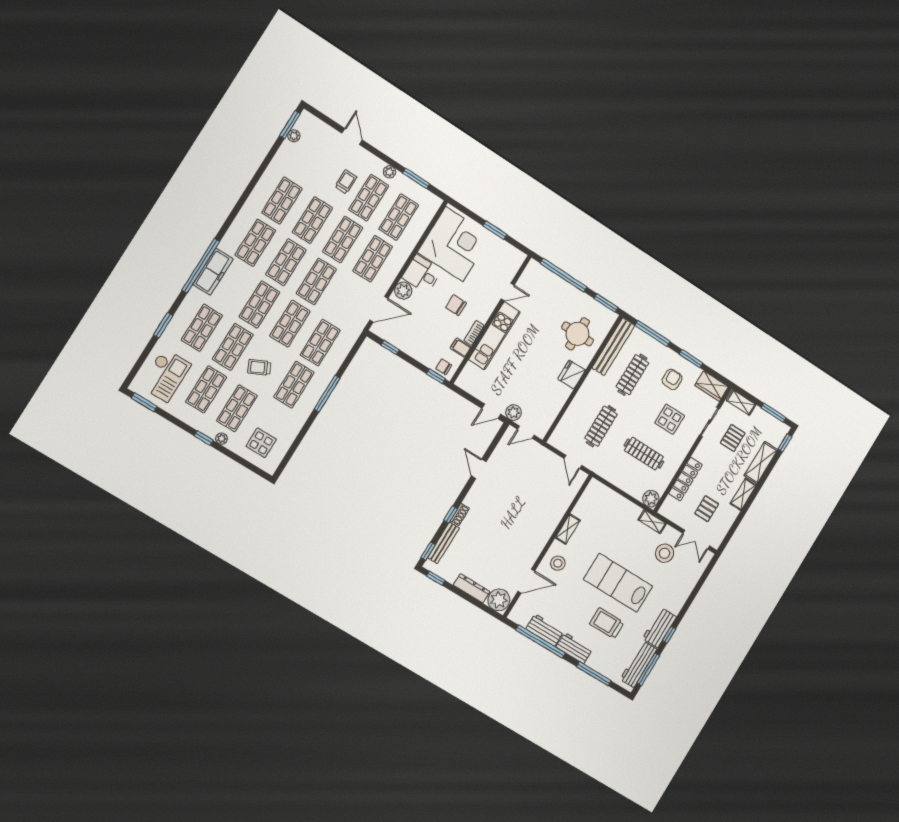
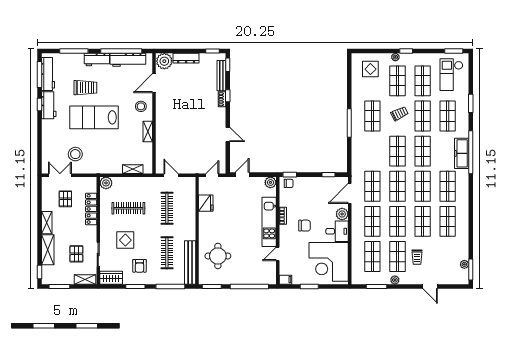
shop shelf: (320, 343) -> (372, 186), moved
filing cabinet: (461, 348) -> (286, 280), moved
fridge: (572, 374) -> (206, 203), moved
plant: (514, 413) -> (270, 182), moved
shelving: (652, 522) -> (133, 169), moved
lab bench: (618, 583) -> (94, 117), turned 180
workbench: (545, 630) -> (128, 60), width x1.38

